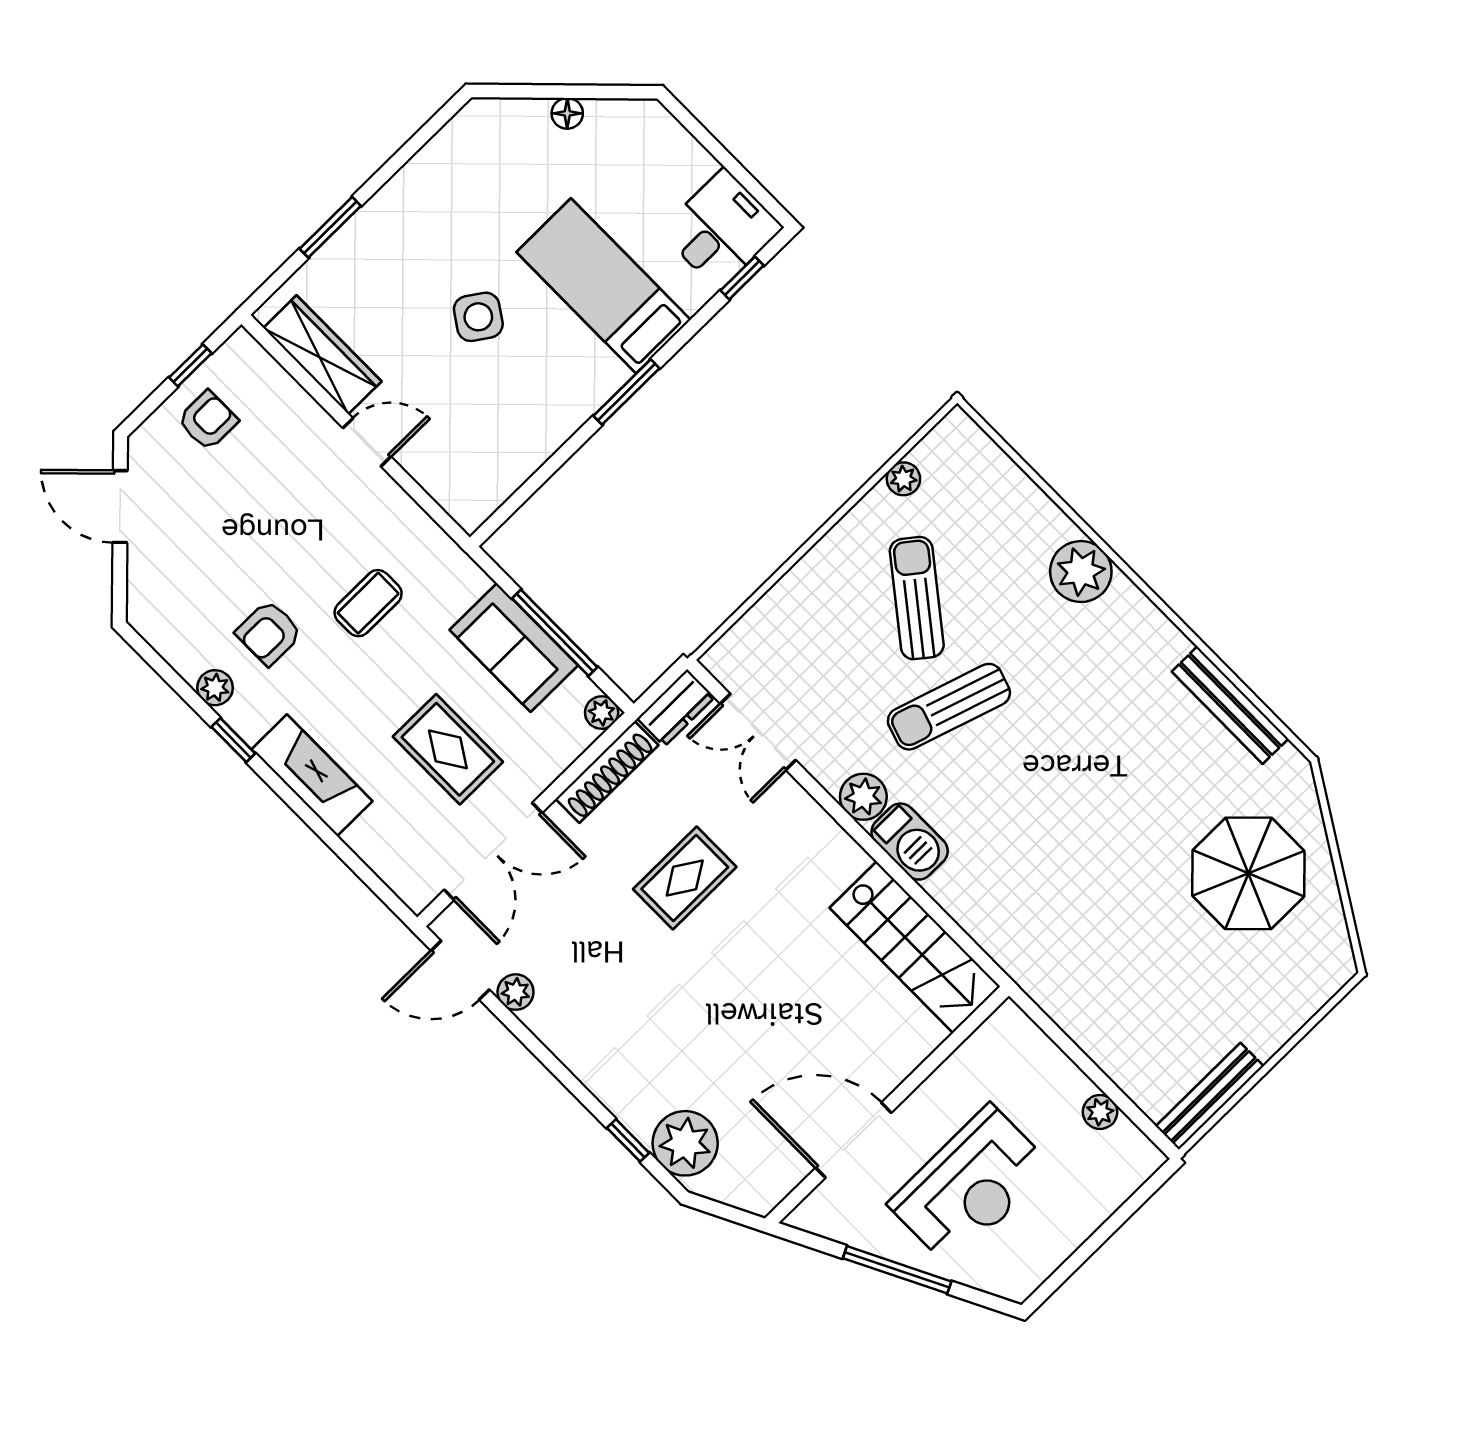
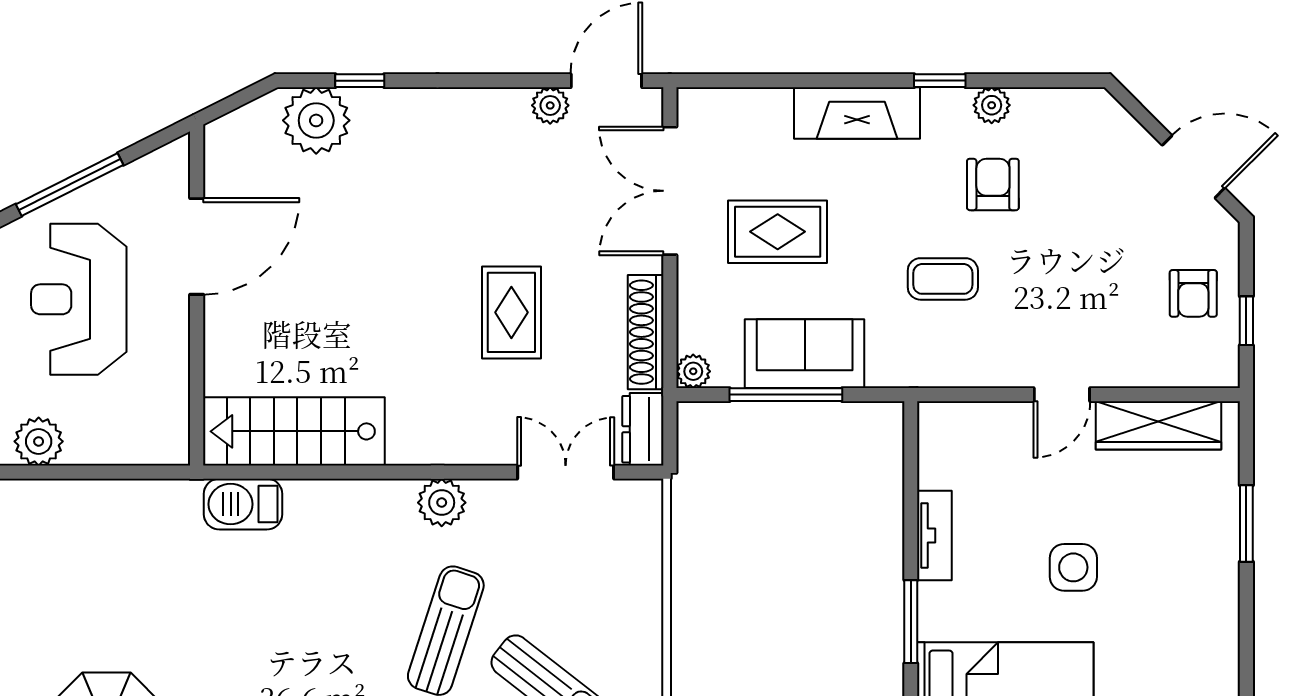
side table: (478, 317) -> (1073, 567), turned -34
tv unit: (551, 434) -> (934, 536), added
coffee table: (368, 603) -> (943, 279), turned 90
barbecue: (910, 842) -> (243, 504), moved
plant: (1100, 1112) -> (39, 441), width x1.38, depth x1.38

